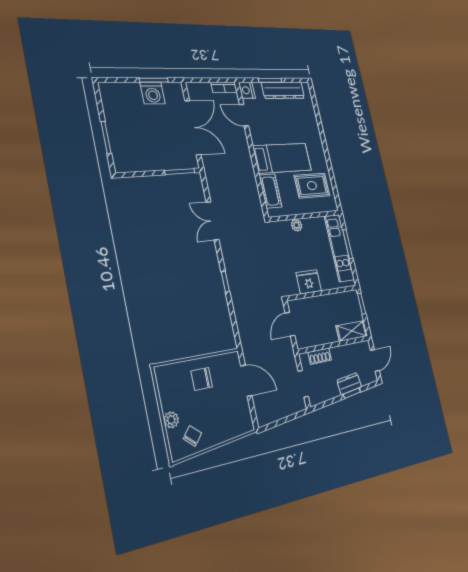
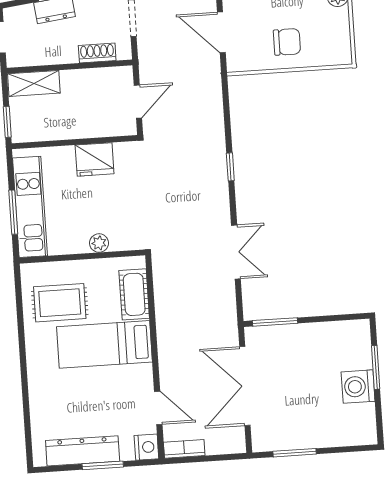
washing machine: (153, 93) -> (358, 387), moved, turned -90

